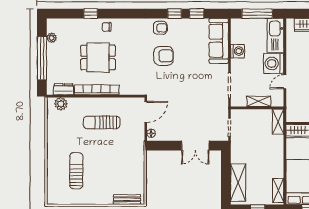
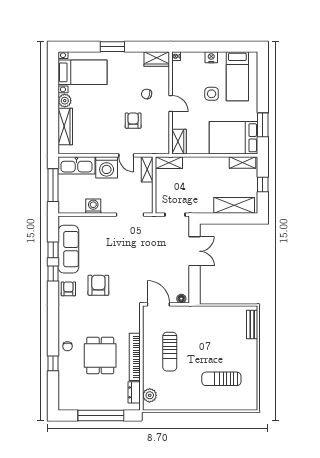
plant: (52, 38) -> (79, 405), removed
sofa: (219, 41) -> (68, 249), moved, turned -90
shelving: (259, 101) -> (147, 169), moved

